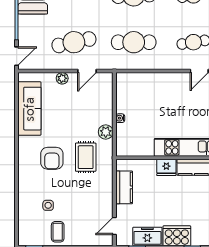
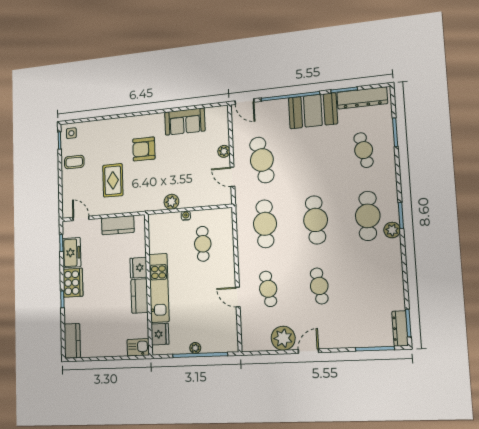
cafe table: (148, 103) -> (203, 244), added
sofa: (29, 109) -> (185, 122), width x0.73
rug: (86, 157) -> (113, 180), moved, turned 90
side table: (48, 205) -> (71, 133), moved

